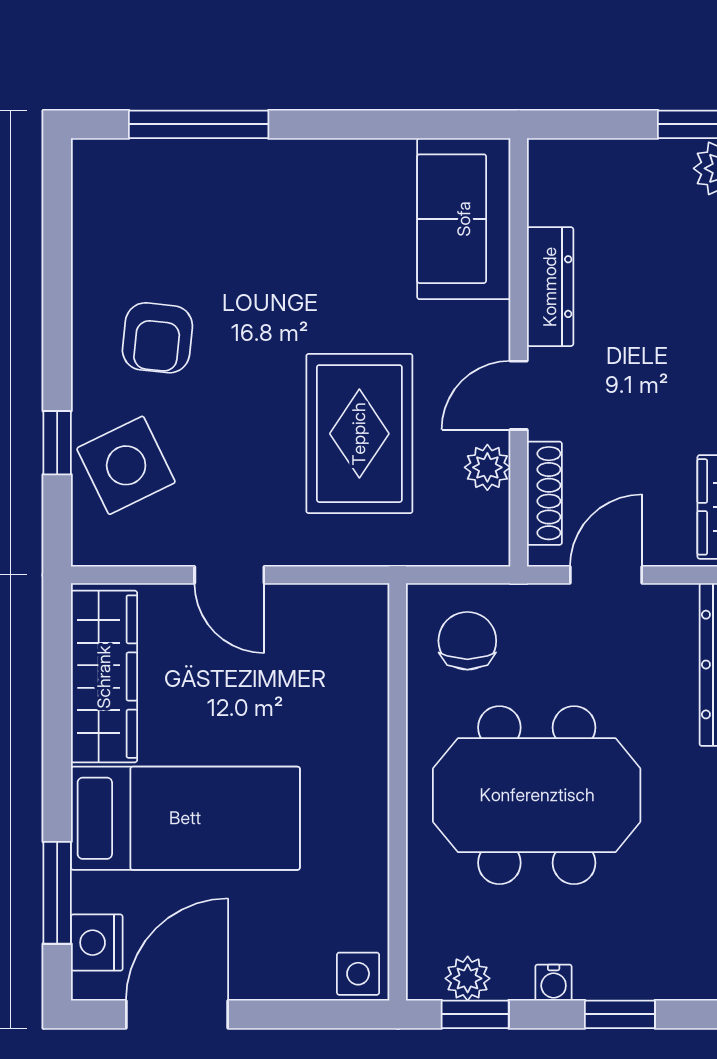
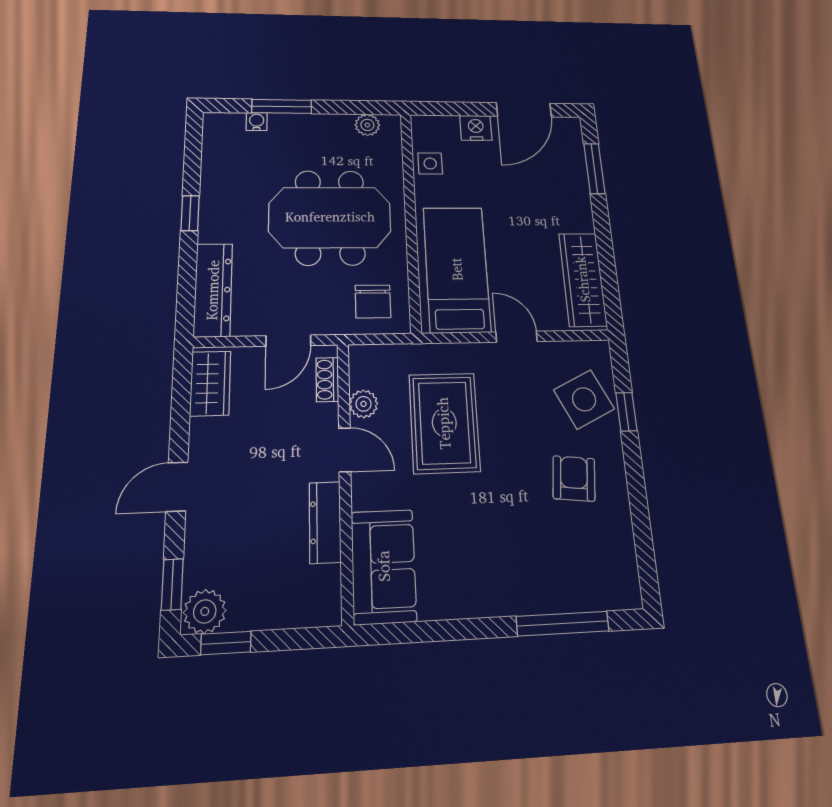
door: (519, 395) -> (345, 450), hinge flipped
shoe rack: (544, 493) -> (327, 380), width x0.70
bed: (185, 818) -> (457, 269), moved, turned 90
nightstand: (97, 943) -> (476, 128), moved, turned -90
side table: (358, 974) -> (430, 163), moved
water cooler: (554, 983) -> (257, 122), moved
window: (475, 1014) -> (363, 108), removed
window: (620, 1014) -> (282, 106), width x1.50

